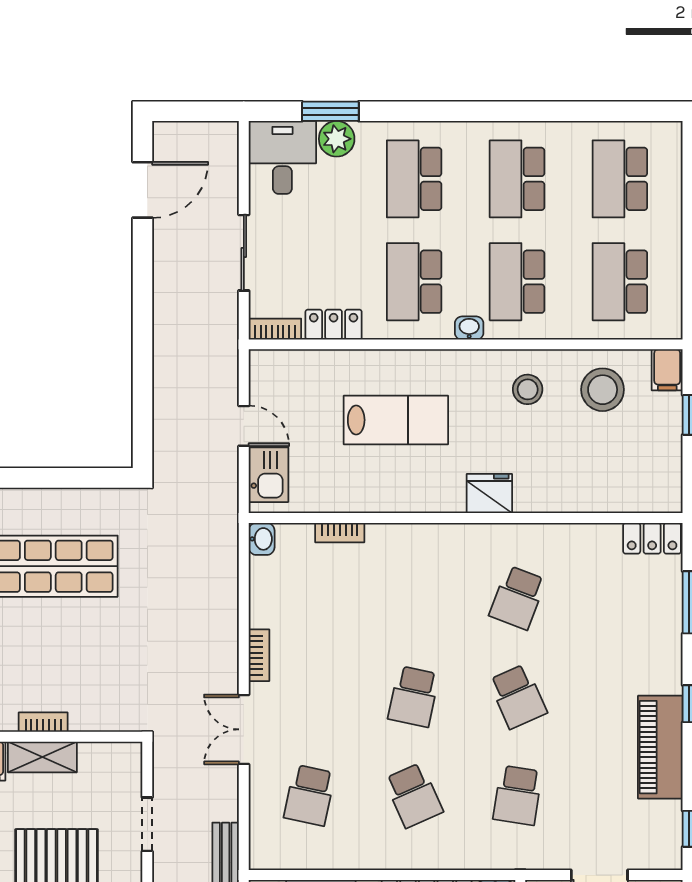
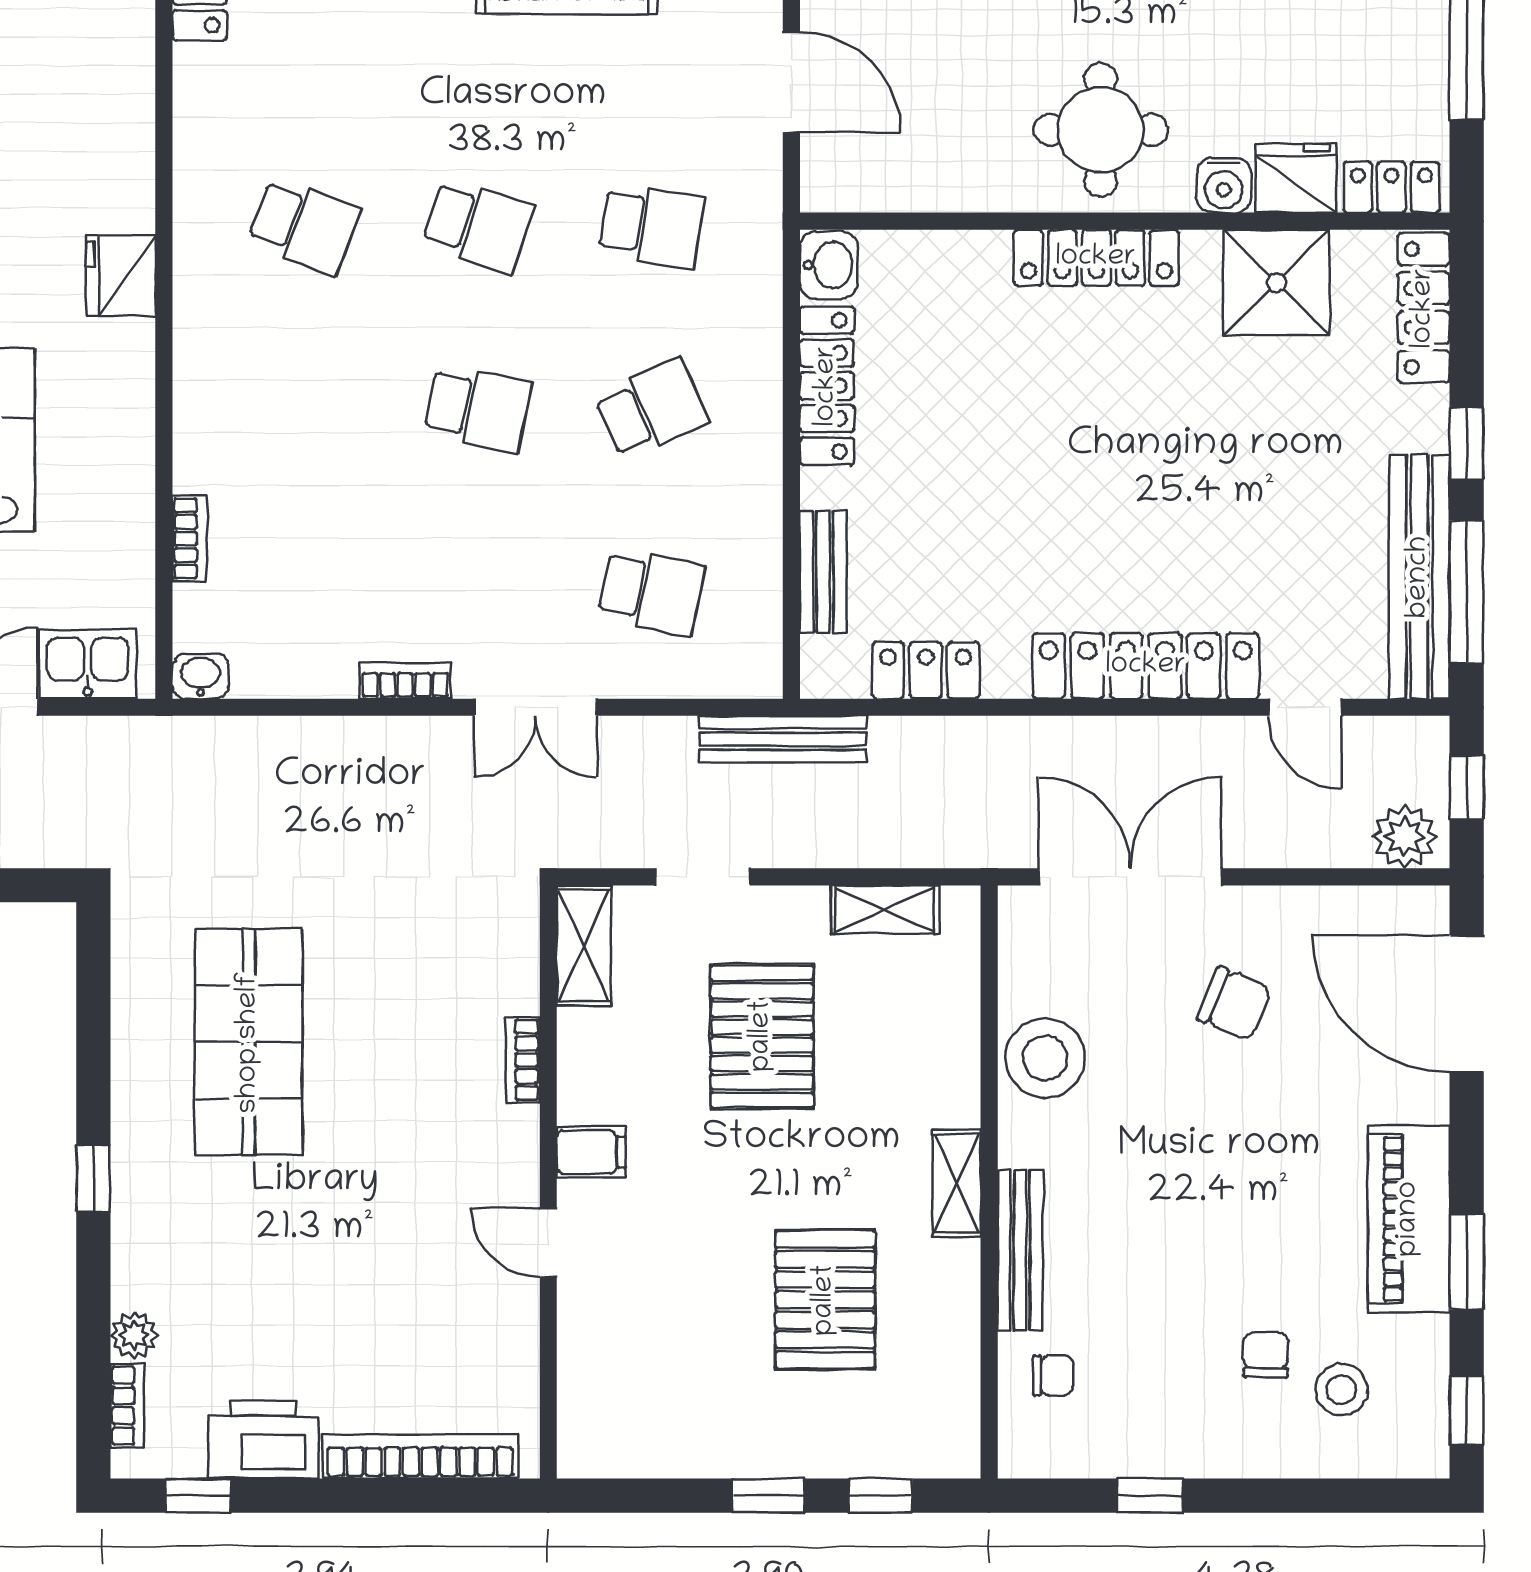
school desk: (518, 696) -> (478, 226), turned 42
shelving: (42, 757) -> (584, 946), moved

